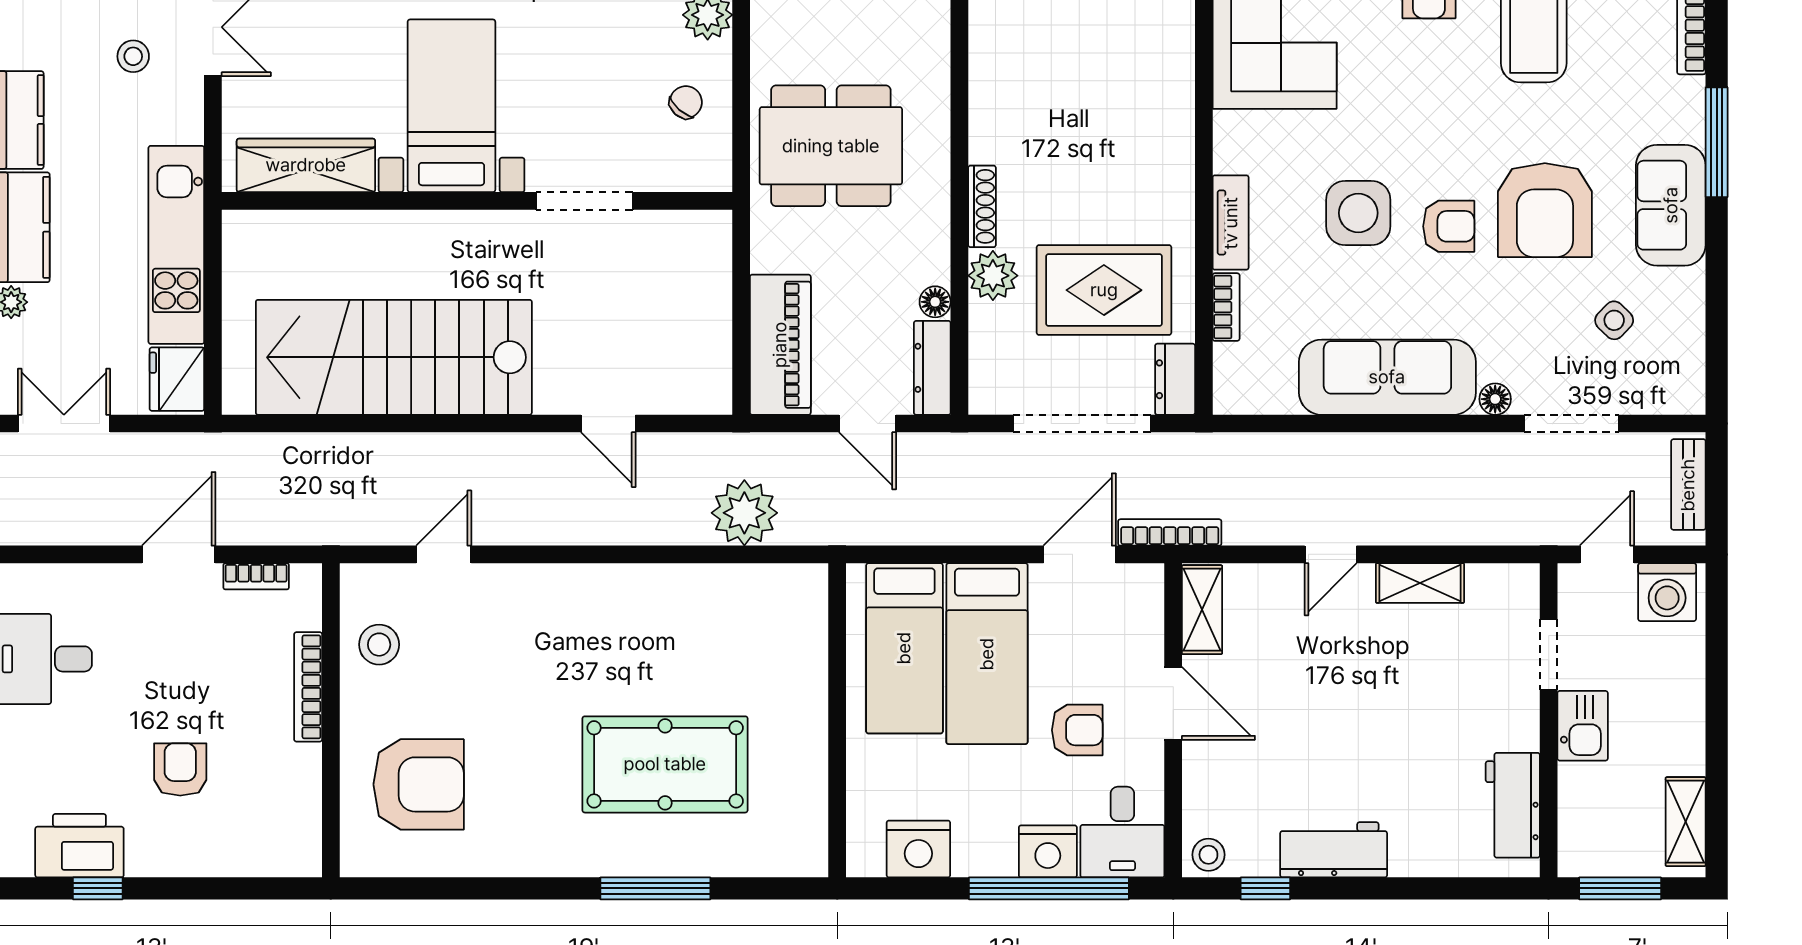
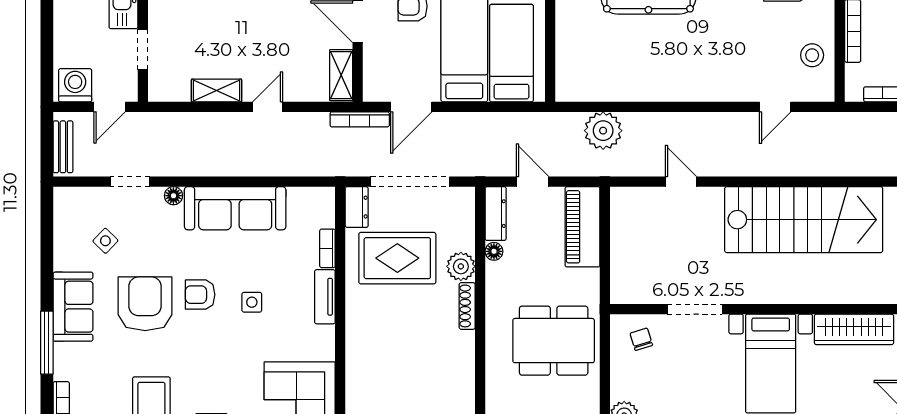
chair: (686, 102) -> (641, 339), moved, turned 122
side table: (1358, 213) -> (252, 302), width x0.54, depth x0.54
doorway: (1571, 424) -> (130, 182), width x0.73

